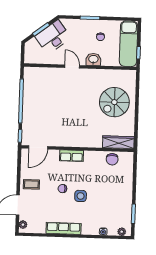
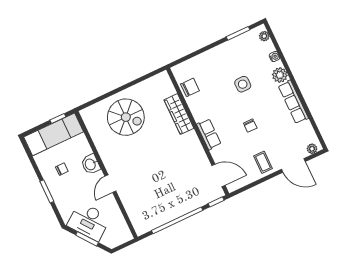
wardrobe: (118, 142) -> (179, 114), moved
side table: (81, 196) -> (243, 84), moved
plant: (88, 229) -> (280, 75), added

